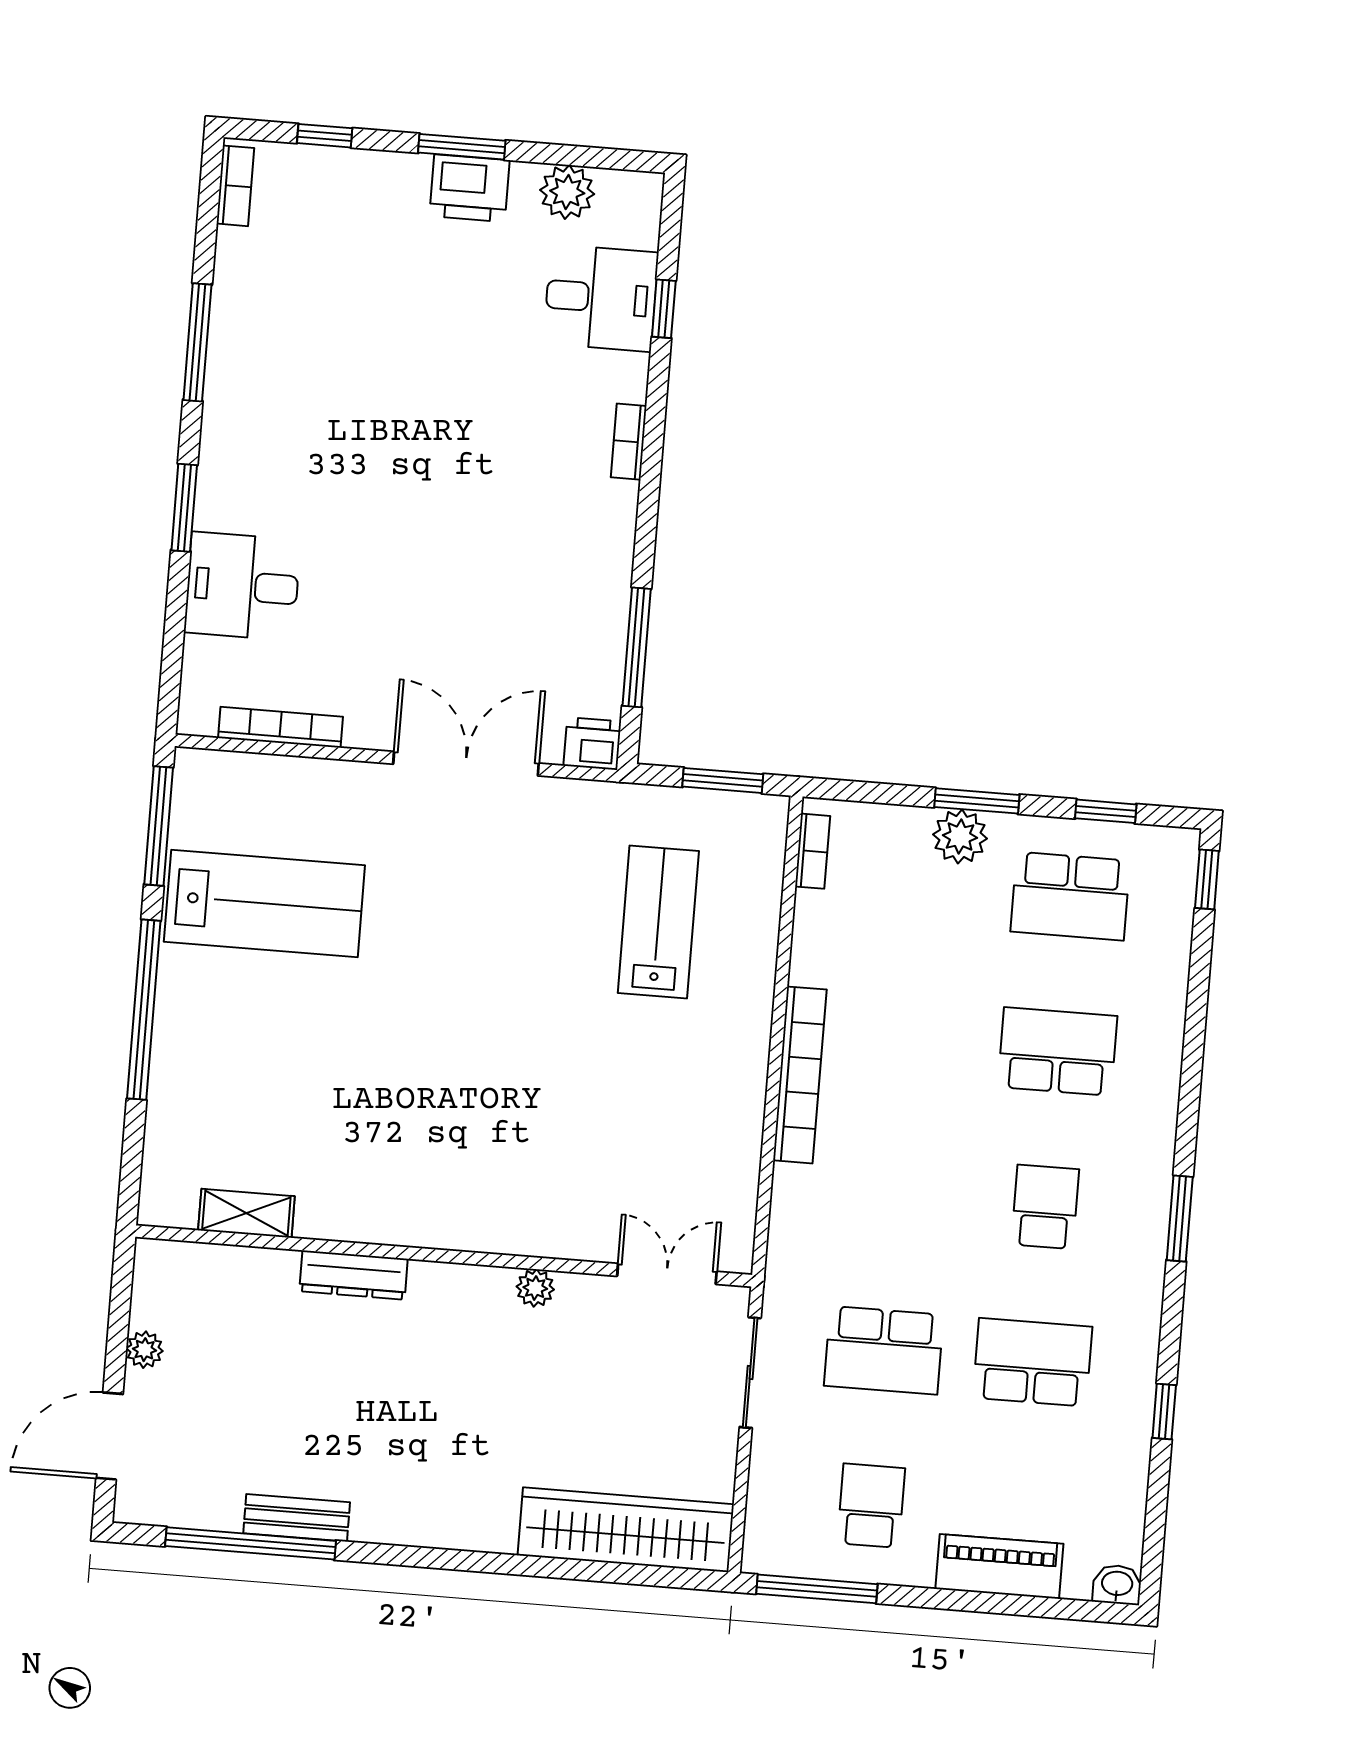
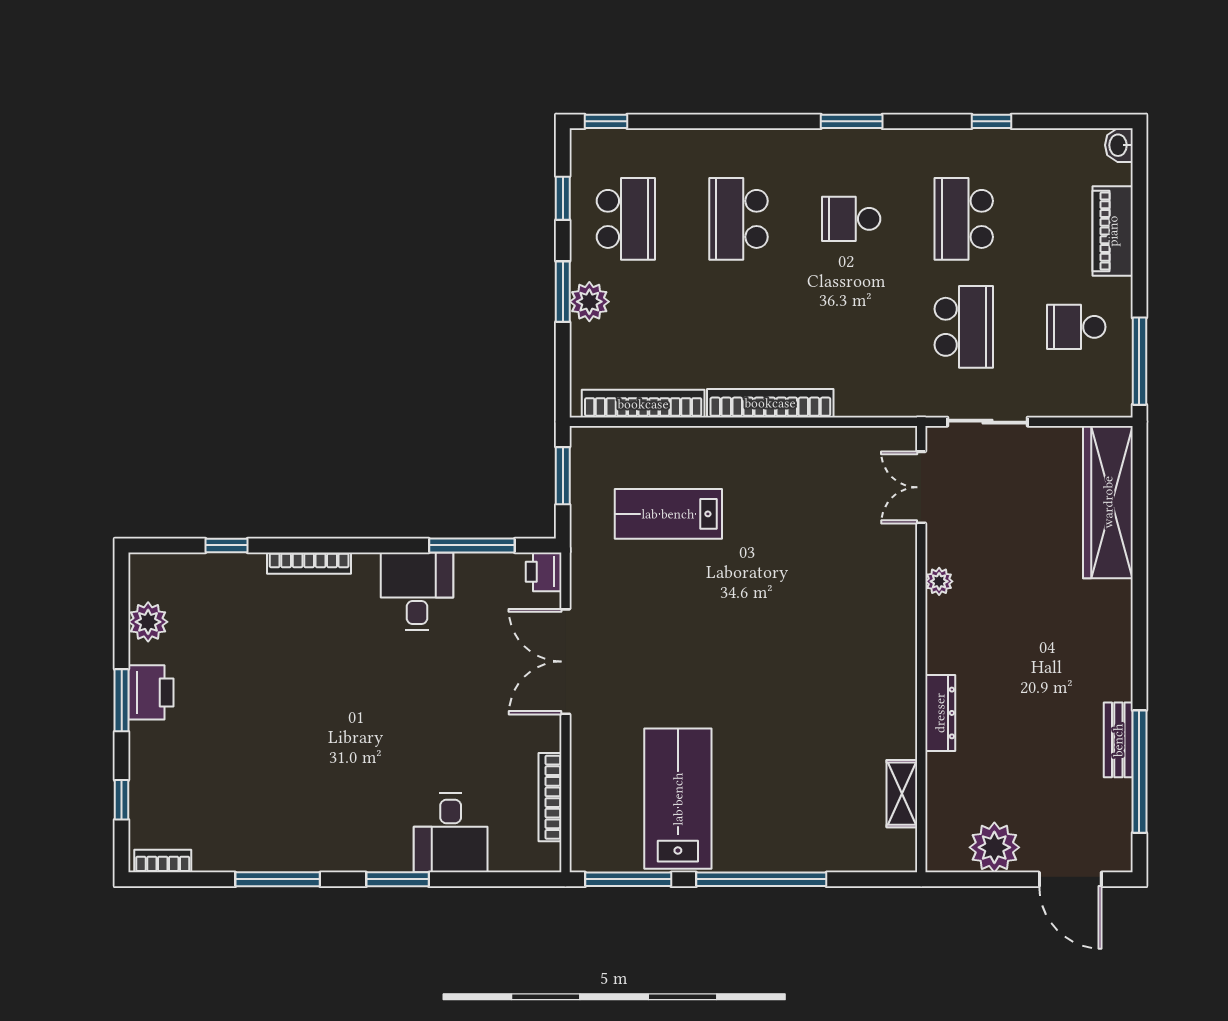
desk: (601, 298) -> (417, 591), moved
bookcase: (629, 442) -> (309, 563), width x1.56
bookcase: (813, 851) -> (643, 404), width x2.31, depth x1.31
plant: (145, 1350) -> (994, 847), width x1.88, depth x1.88

